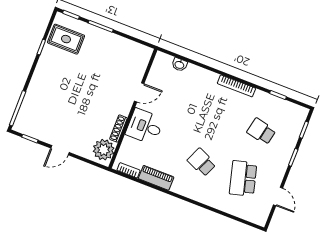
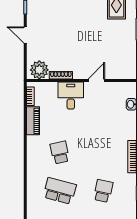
door: (139, 92) -> (96, 81), swing flipped
school desk: (202, 162) -> (60, 153), turned -36
school desk: (243, 178) -> (60, 191), turned 30

